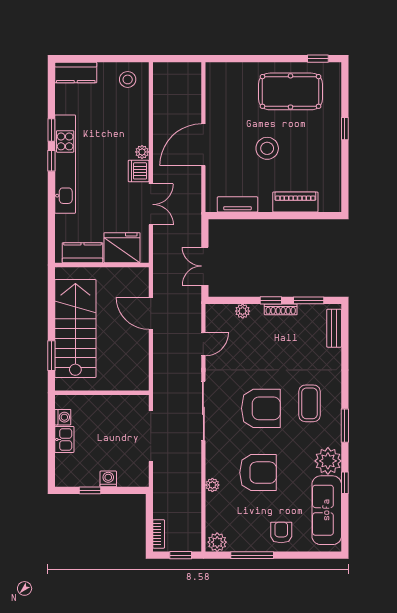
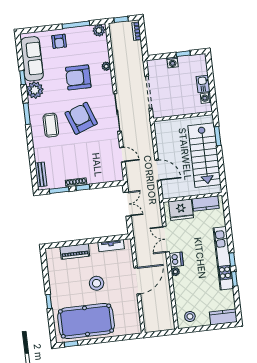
pool table: (291, 91) -> (86, 321), width x1.36, depth x1.32
plant: (243, 311) -> (100, 179), removed
door: (203, 344) -> (122, 155), swing flipped
armchair: (261, 408) -> (81, 118), turned 70

